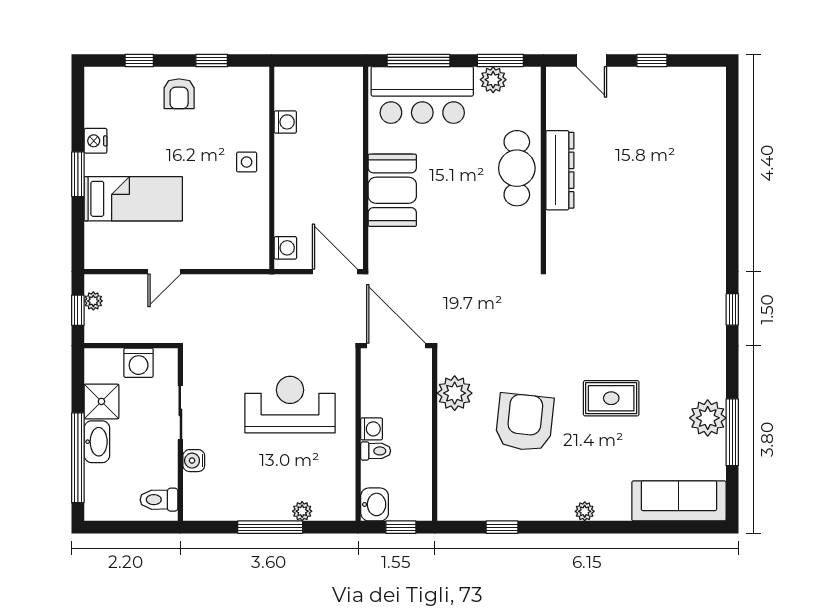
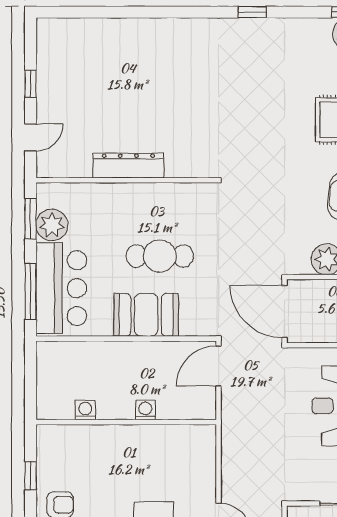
plant: (493, 80) -> (52, 225), width x1.36, depth x1.36
side table: (247, 162) -> (121, 445), removed
cafe table: (517, 168) -> (160, 256), moved
washing machine: (285, 248) -> (145, 410), moved
door: (396, 346) -> (284, 311), hinge flipped

